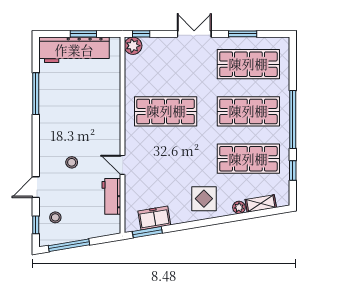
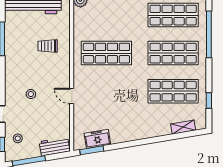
trolley: (93, 103) -> (48, 46), added
window: (293, 120) -> (209, 34), moved
workbench: (111, 196) -> (55, 146), moved, turned 81
display table: (204, 199) -> (137, 123), removed
plant: (239, 207) -> (166, 130), removed

